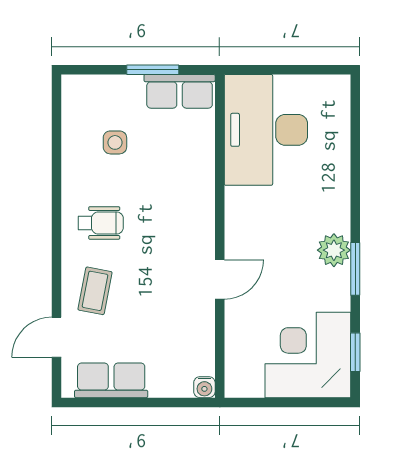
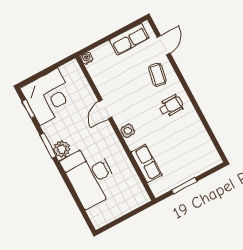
row of seats: (180, 91) -> (146, 163), moved, turned 90
desk: (266, 130) -> (90, 176), moved, turned 180
side table: (115, 142) -> (128, 131), moved
wheelchair: (101, 223) -> (171, 106), turned 180

